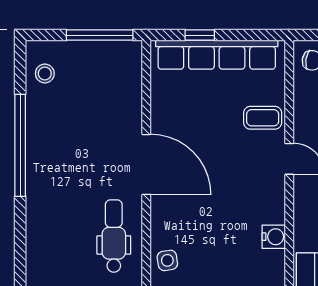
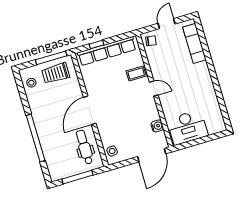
trolley: (100, 69) -> (56, 73), added
window: (20, 145) -> (36, 138), moved
door: (146, 164) -> (90, 110), swing flipped

